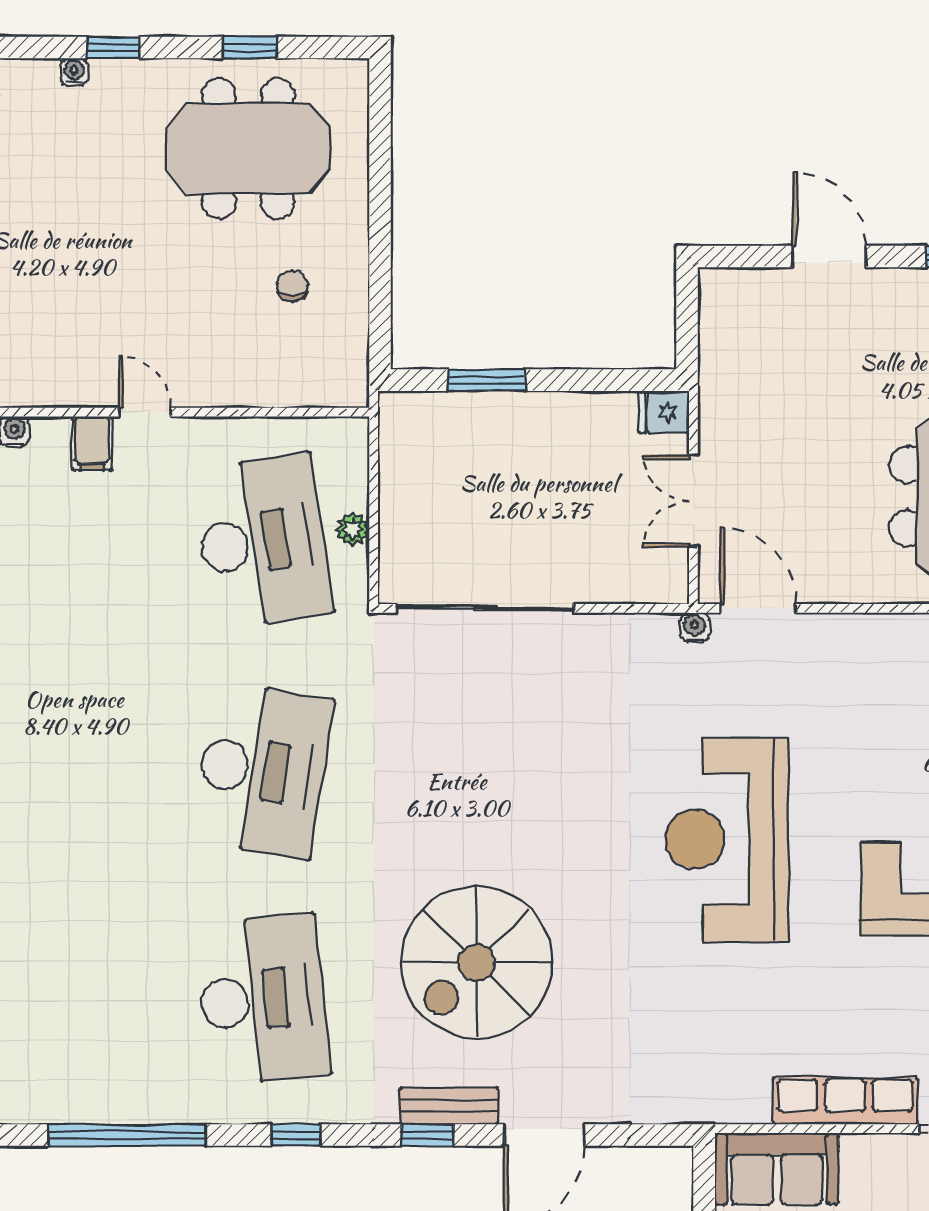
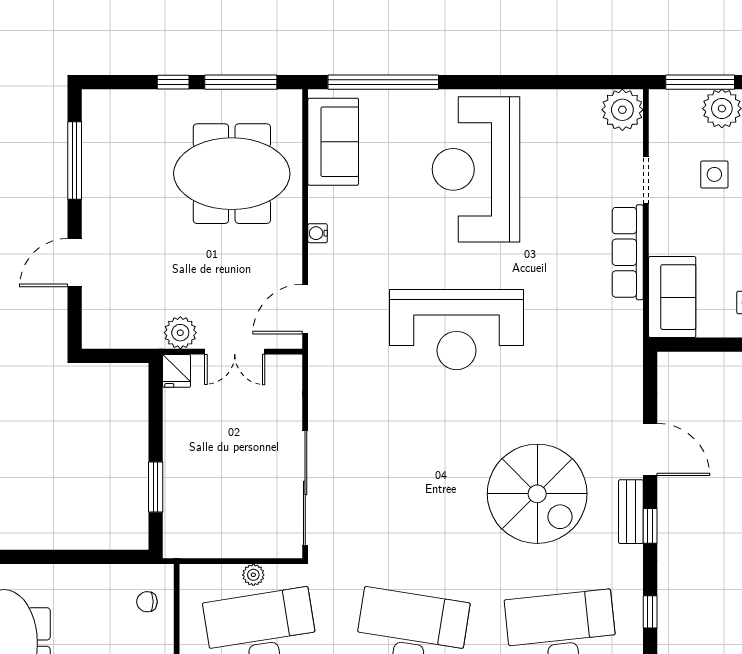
chair: (292, 286) -> (147, 602), moved
plant: (722, 418) -> (180, 333), added
water cooler: (695, 627) -> (318, 233), moved

